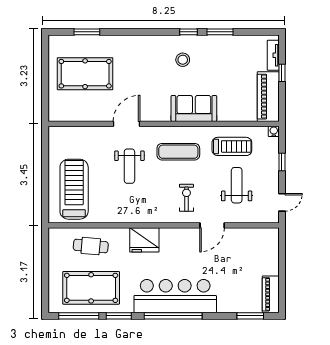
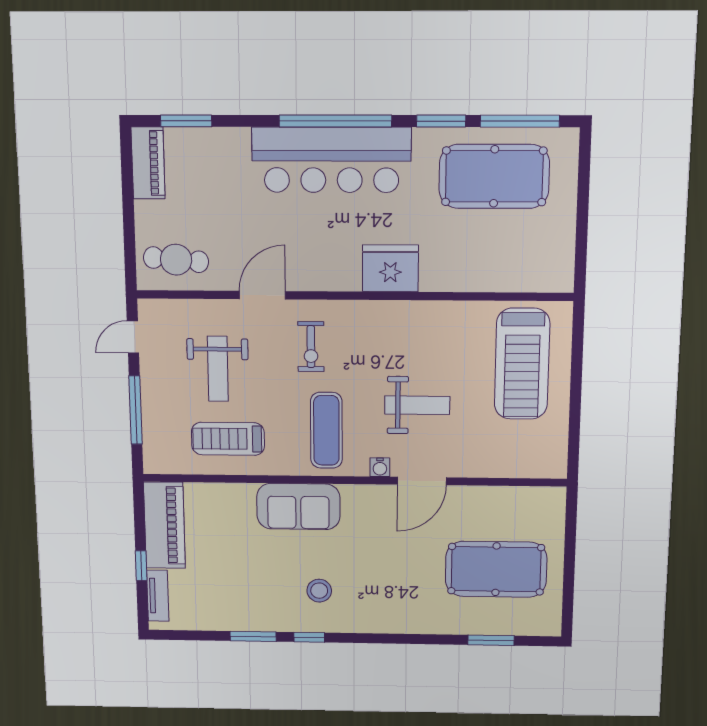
water cooler: (274, 131) -> (380, 467), moved
exercise mat: (178, 152) -> (326, 430), turned 90
window: (282, 162) -> (136, 410), width x2.17
weight bench: (129, 166) -> (417, 405), turned 90
cafe table: (91, 246) -> (176, 260), moved

